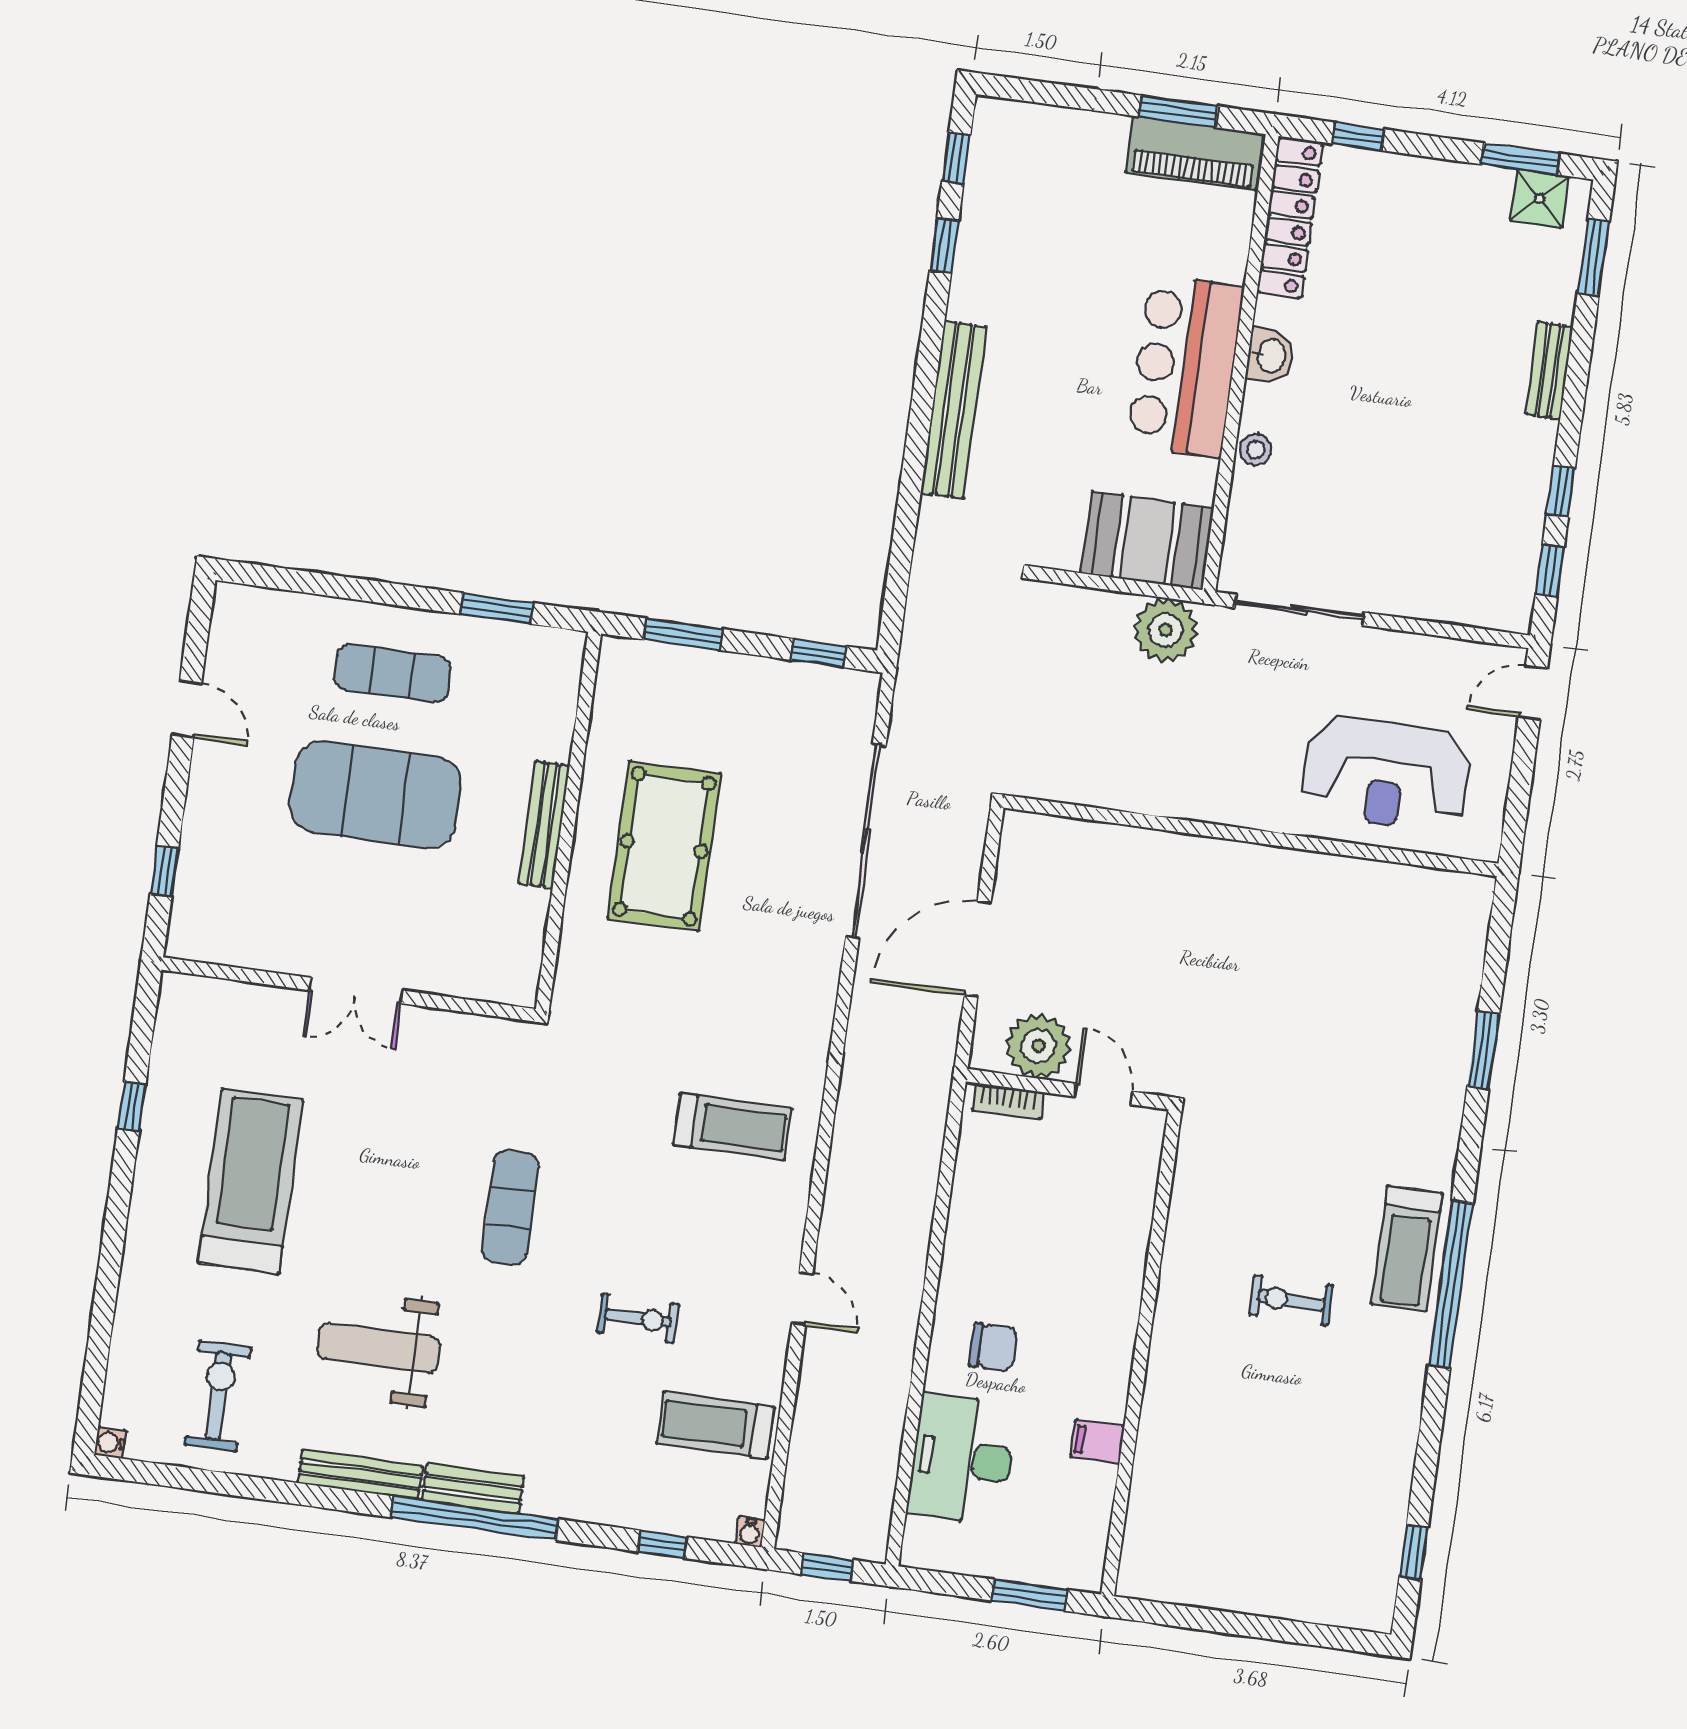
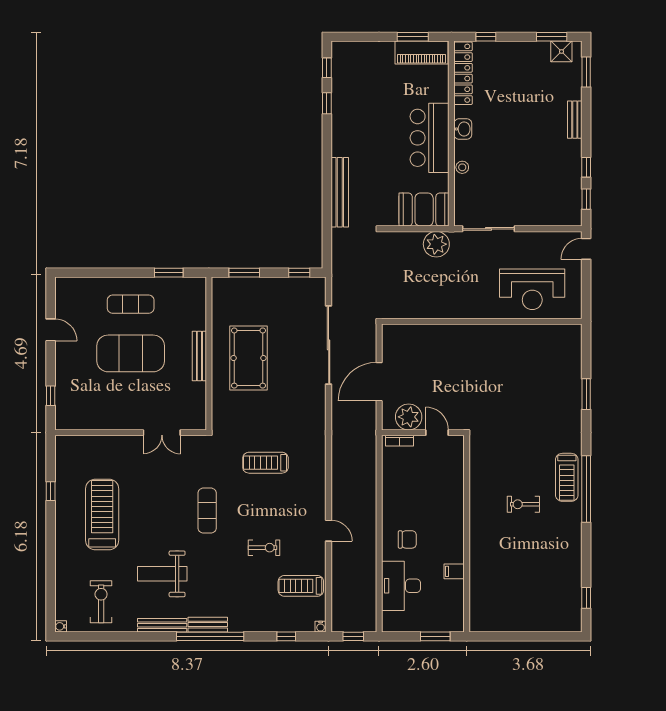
bench: (954, 410) -> (340, 192), moved
double door: (356, 990) -> (162, 433), moved
treadmill: (733, 1127) -> (265, 463), moved, turned 180

